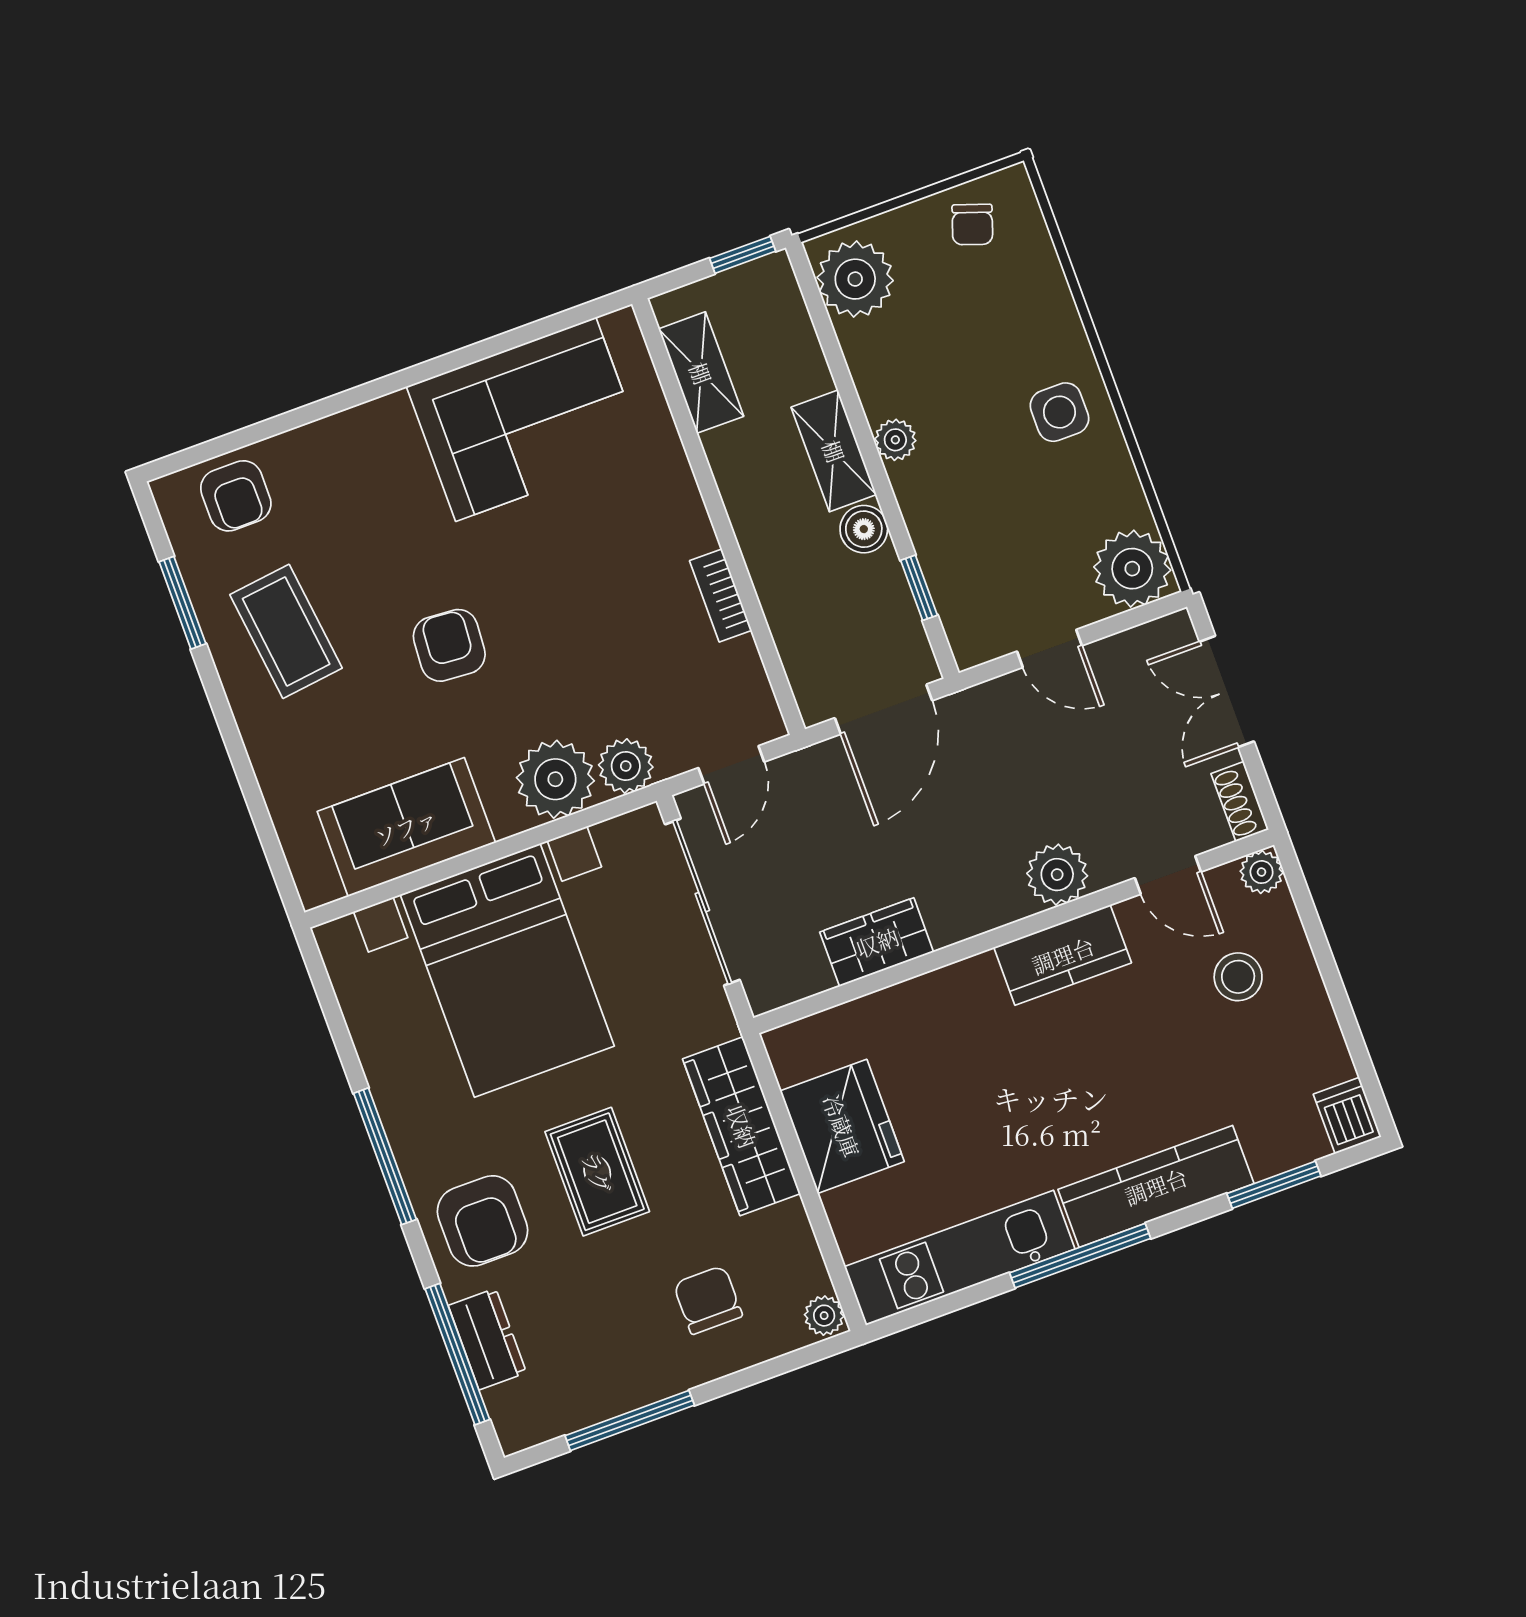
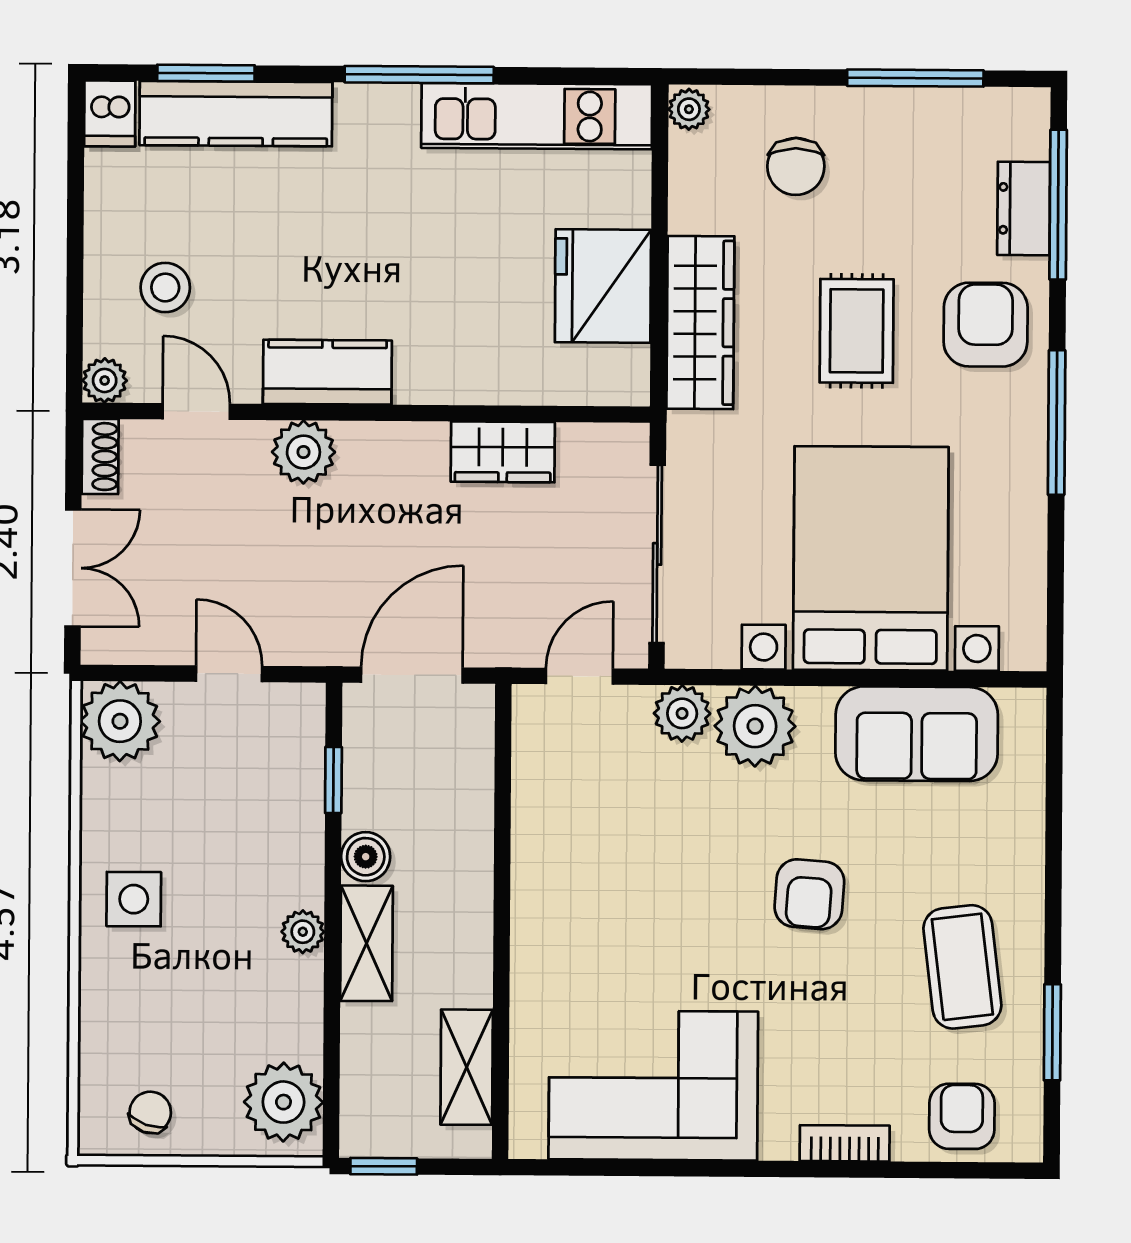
bookcase: (721, 595) -> (845, 1143), moved, turned -90
kitchen counter: (1156, 1186) -> (236, 114), moved

